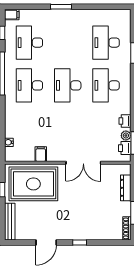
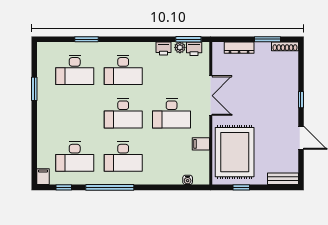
window: (61, 7) -> (34, 89), moved
desk: (68, 128) -> (172, 113), added
bench: (10, 222) -> (283, 179), width x0.73

